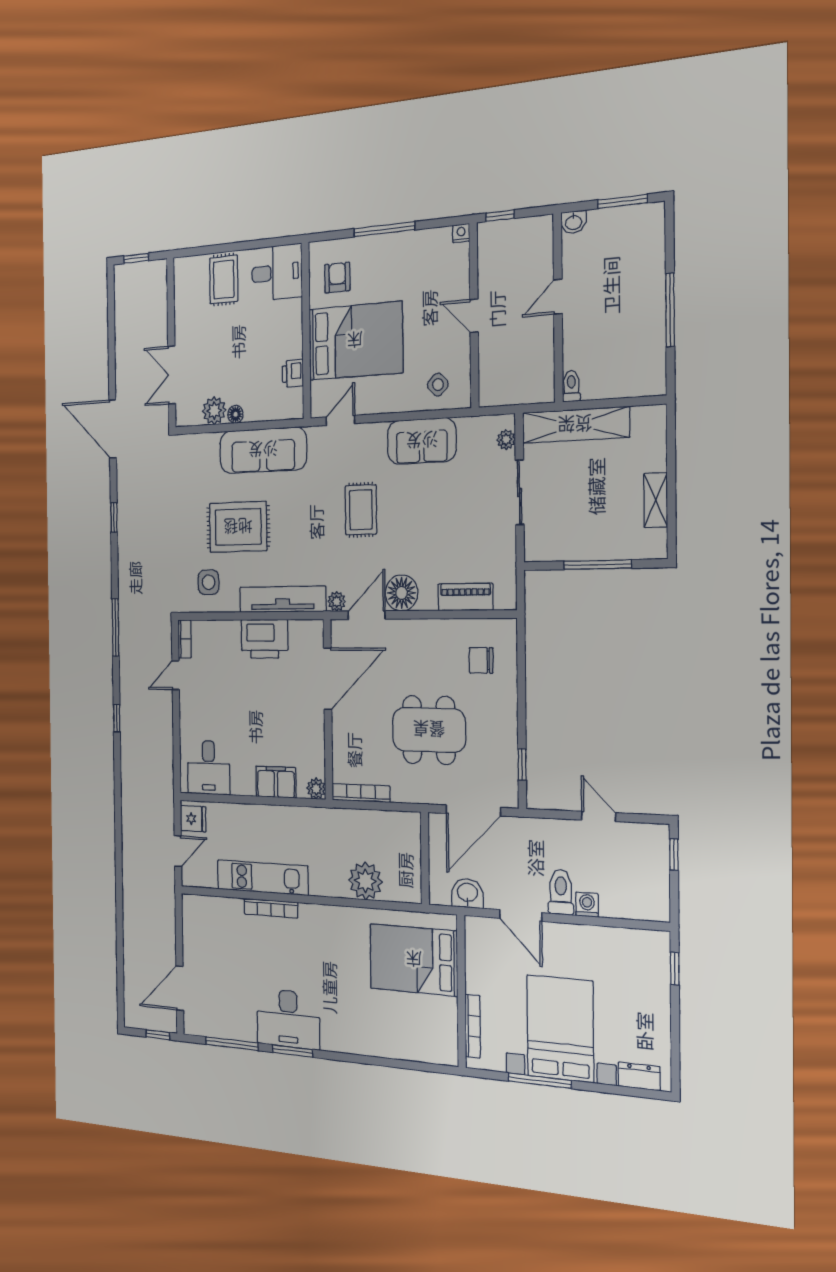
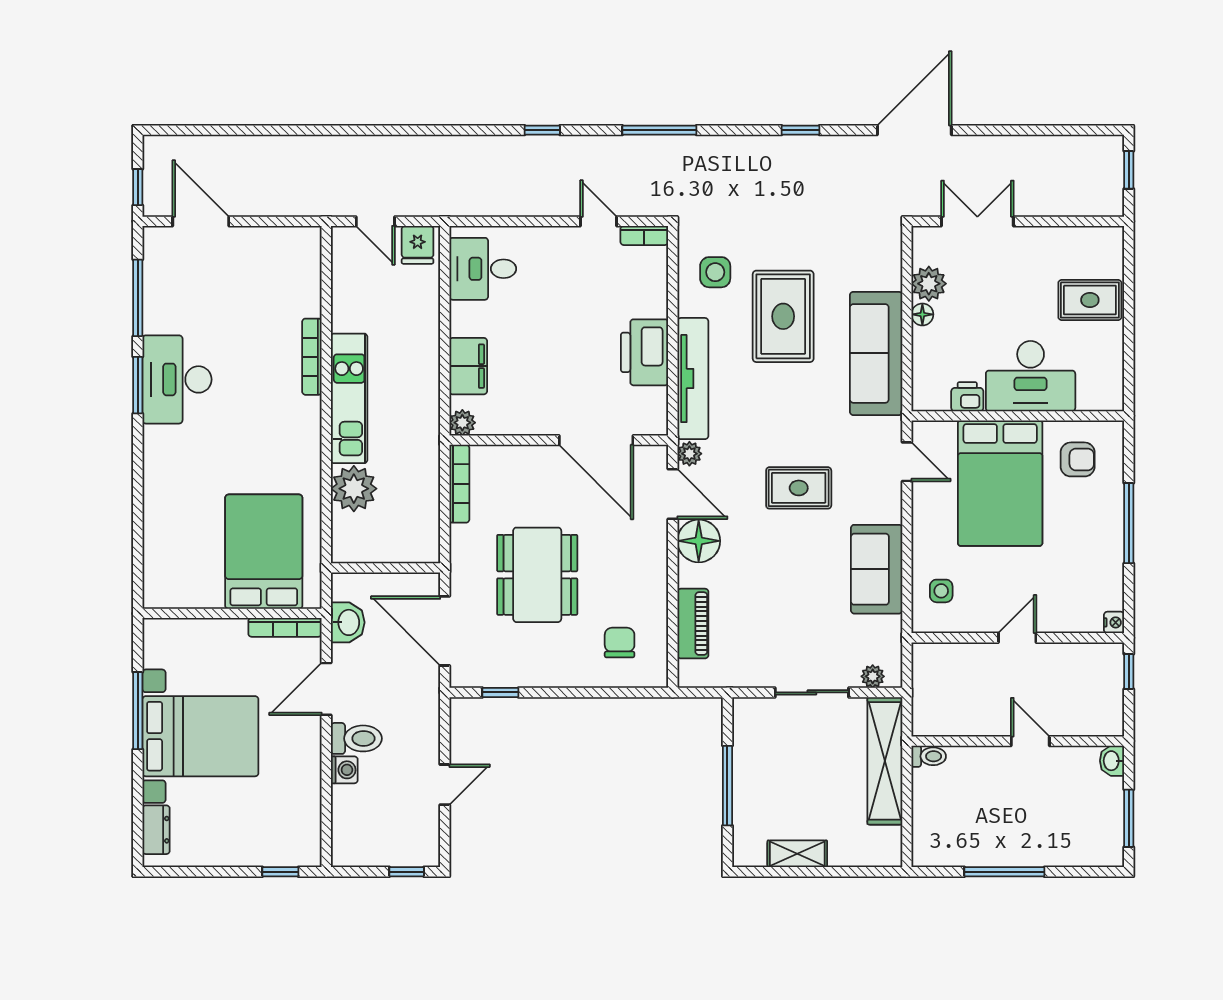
desk: (277, 272) -> (1031, 376), moved, width x1.37
side table: (438, 385) -> (941, 591), turned 45
kitchen unit: (262, 878) -> (349, 398), moved
bookcase: (473, 1026) -> (285, 627), moved

